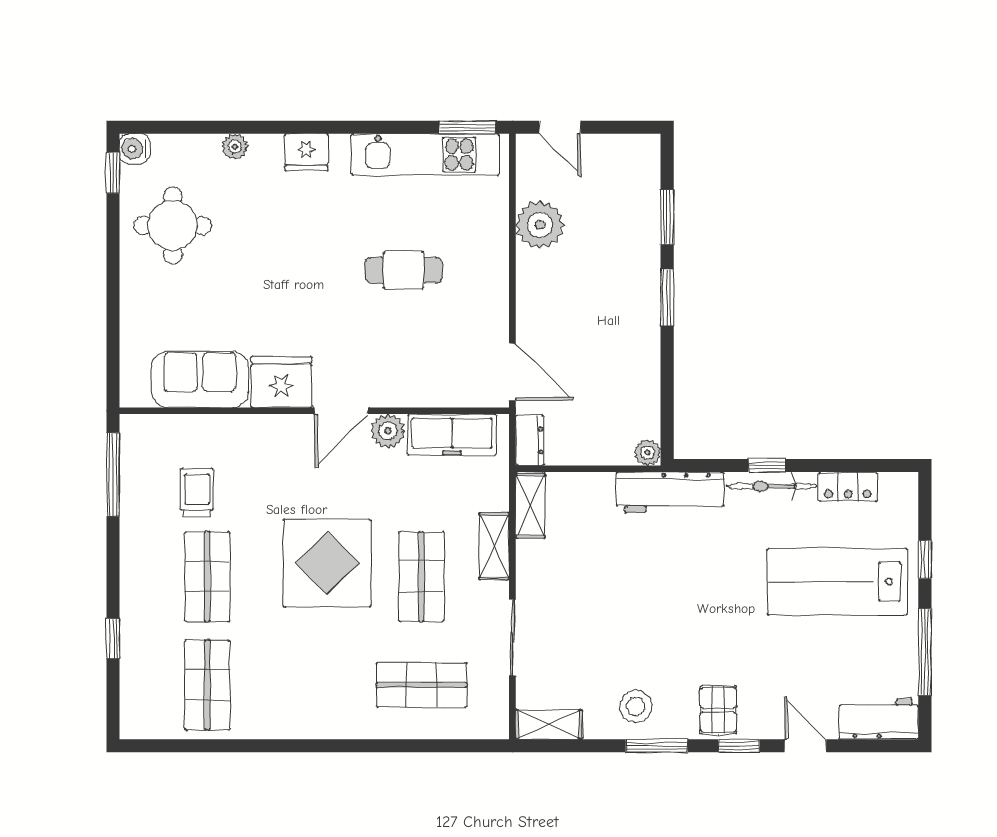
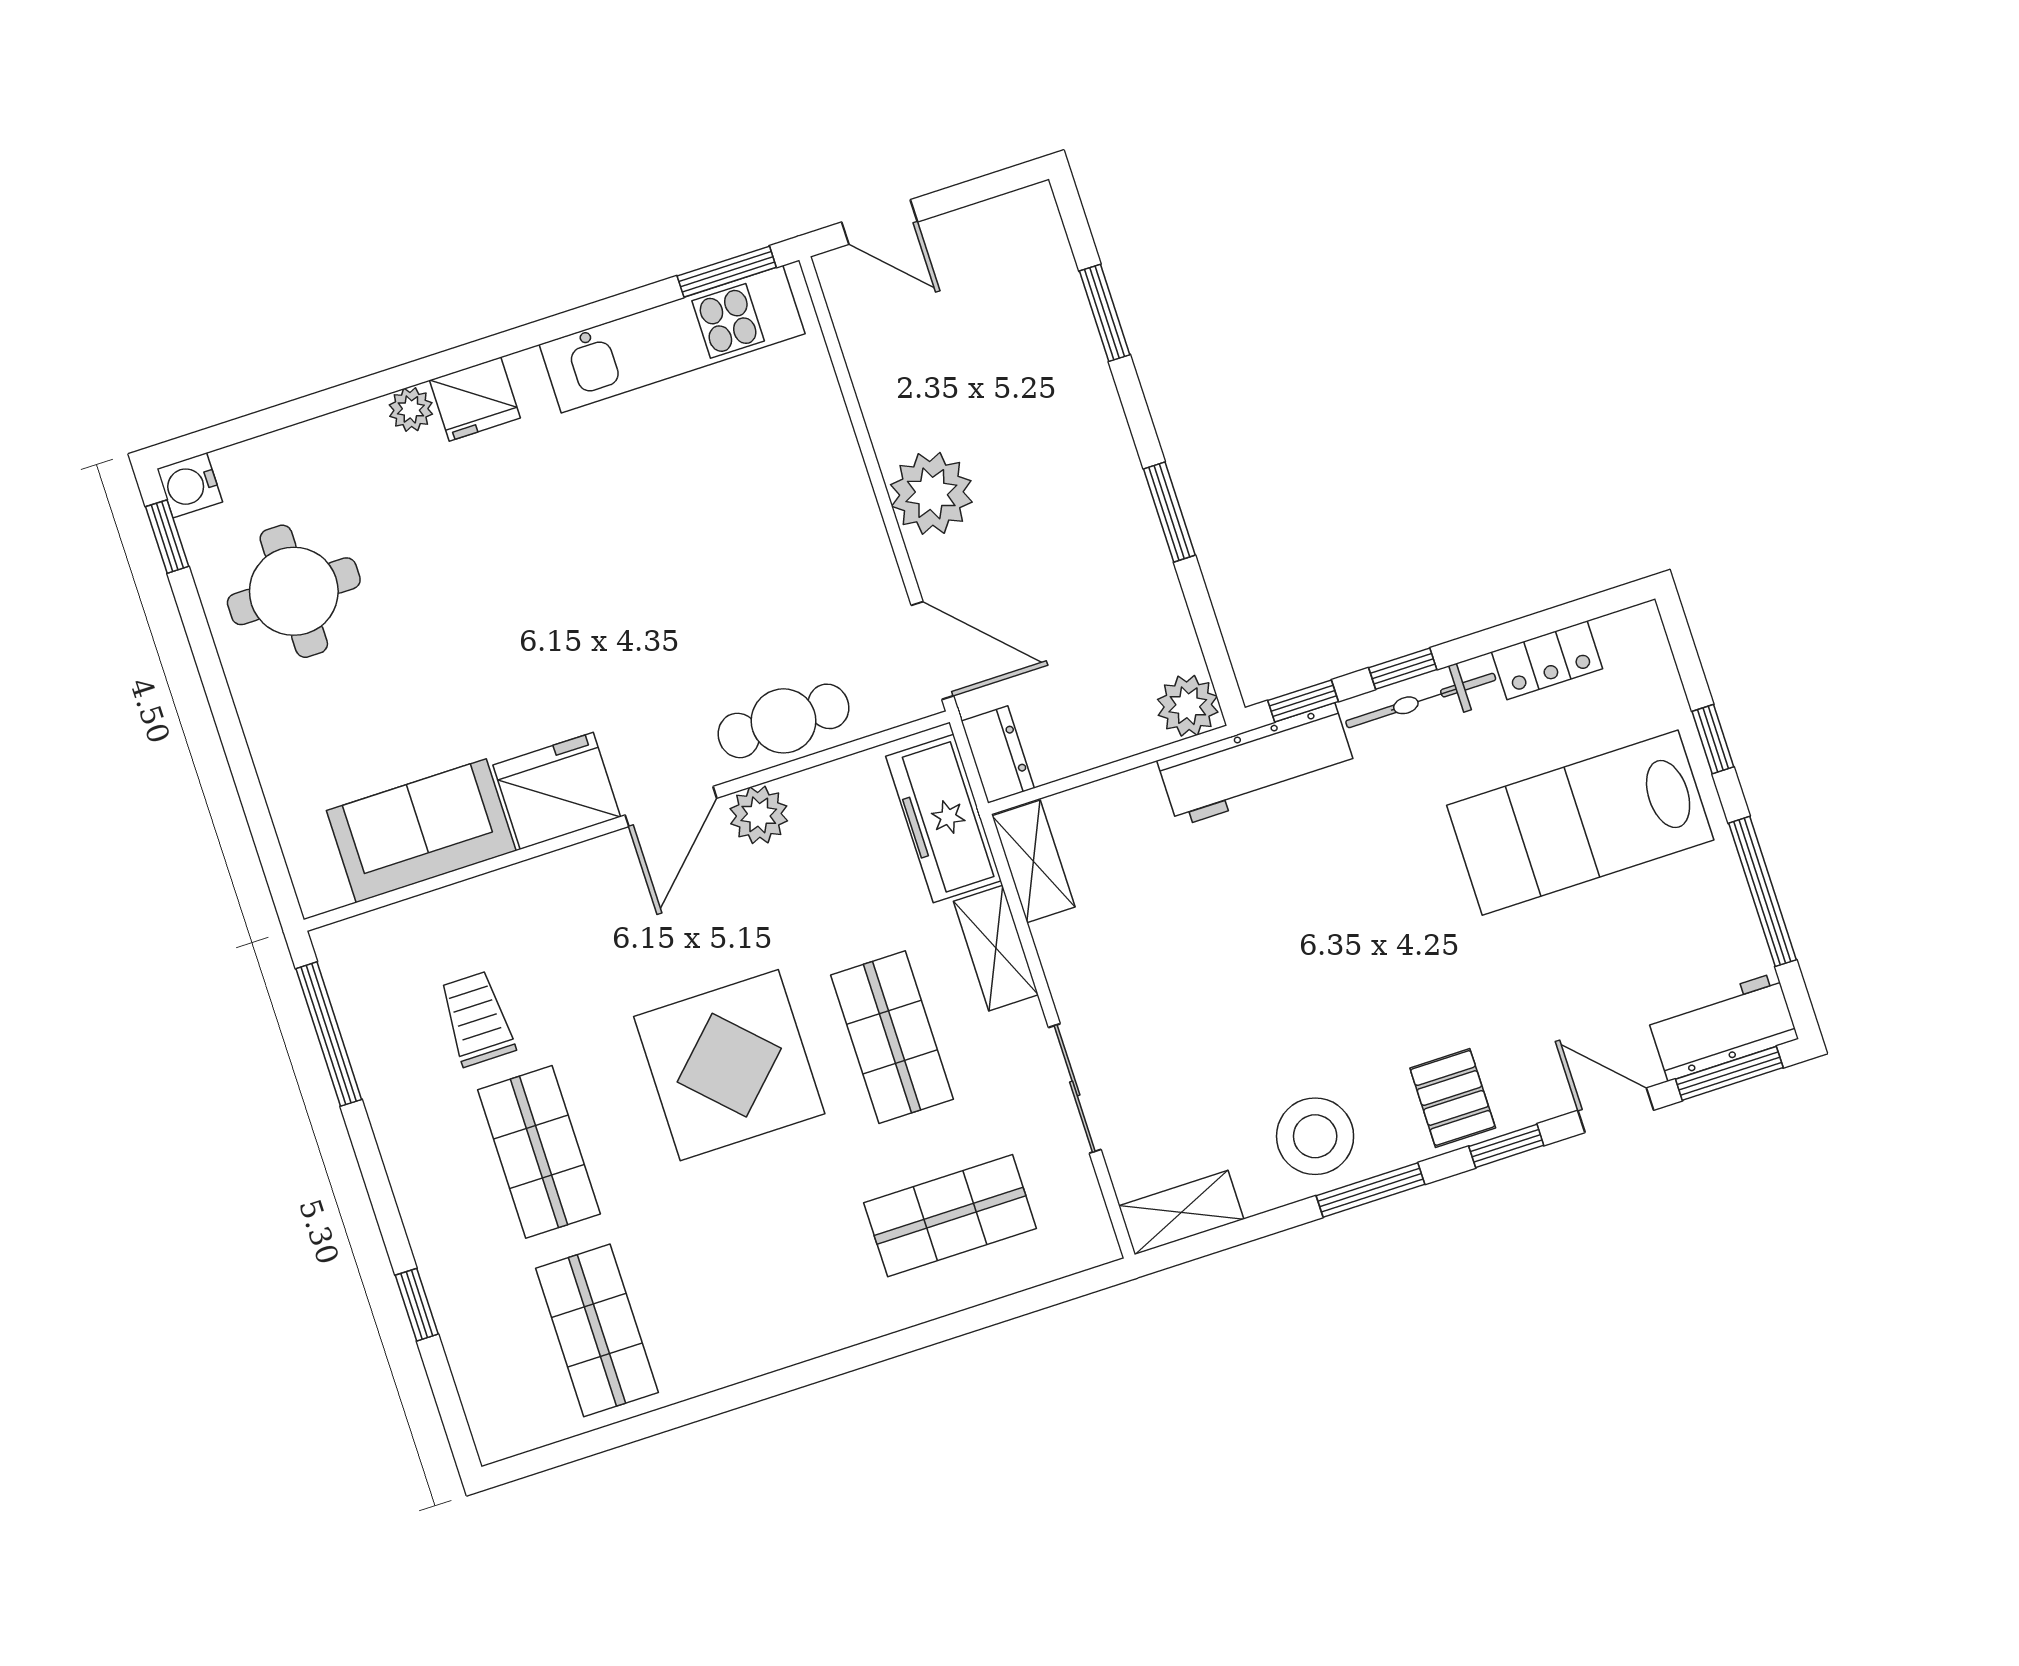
plant: (235, 147) -> (411, 409), moved
plant: (540, 225) -> (931, 493), moved
cafe table: (404, 270) -> (783, 721), moved
window: (667, 298) -> (1169, 512), moved
freezer: (452, 435) -> (943, 819), moved, turned 90
plant: (648, 452) -> (1188, 706), width x1.38, depth x1.38
window: (707, 466) -> (1303, 701), added
stool: (636, 706) -> (1315, 1136), width x1.38, depth x1.38
window: (874, 746) -> (1729, 1073), added

